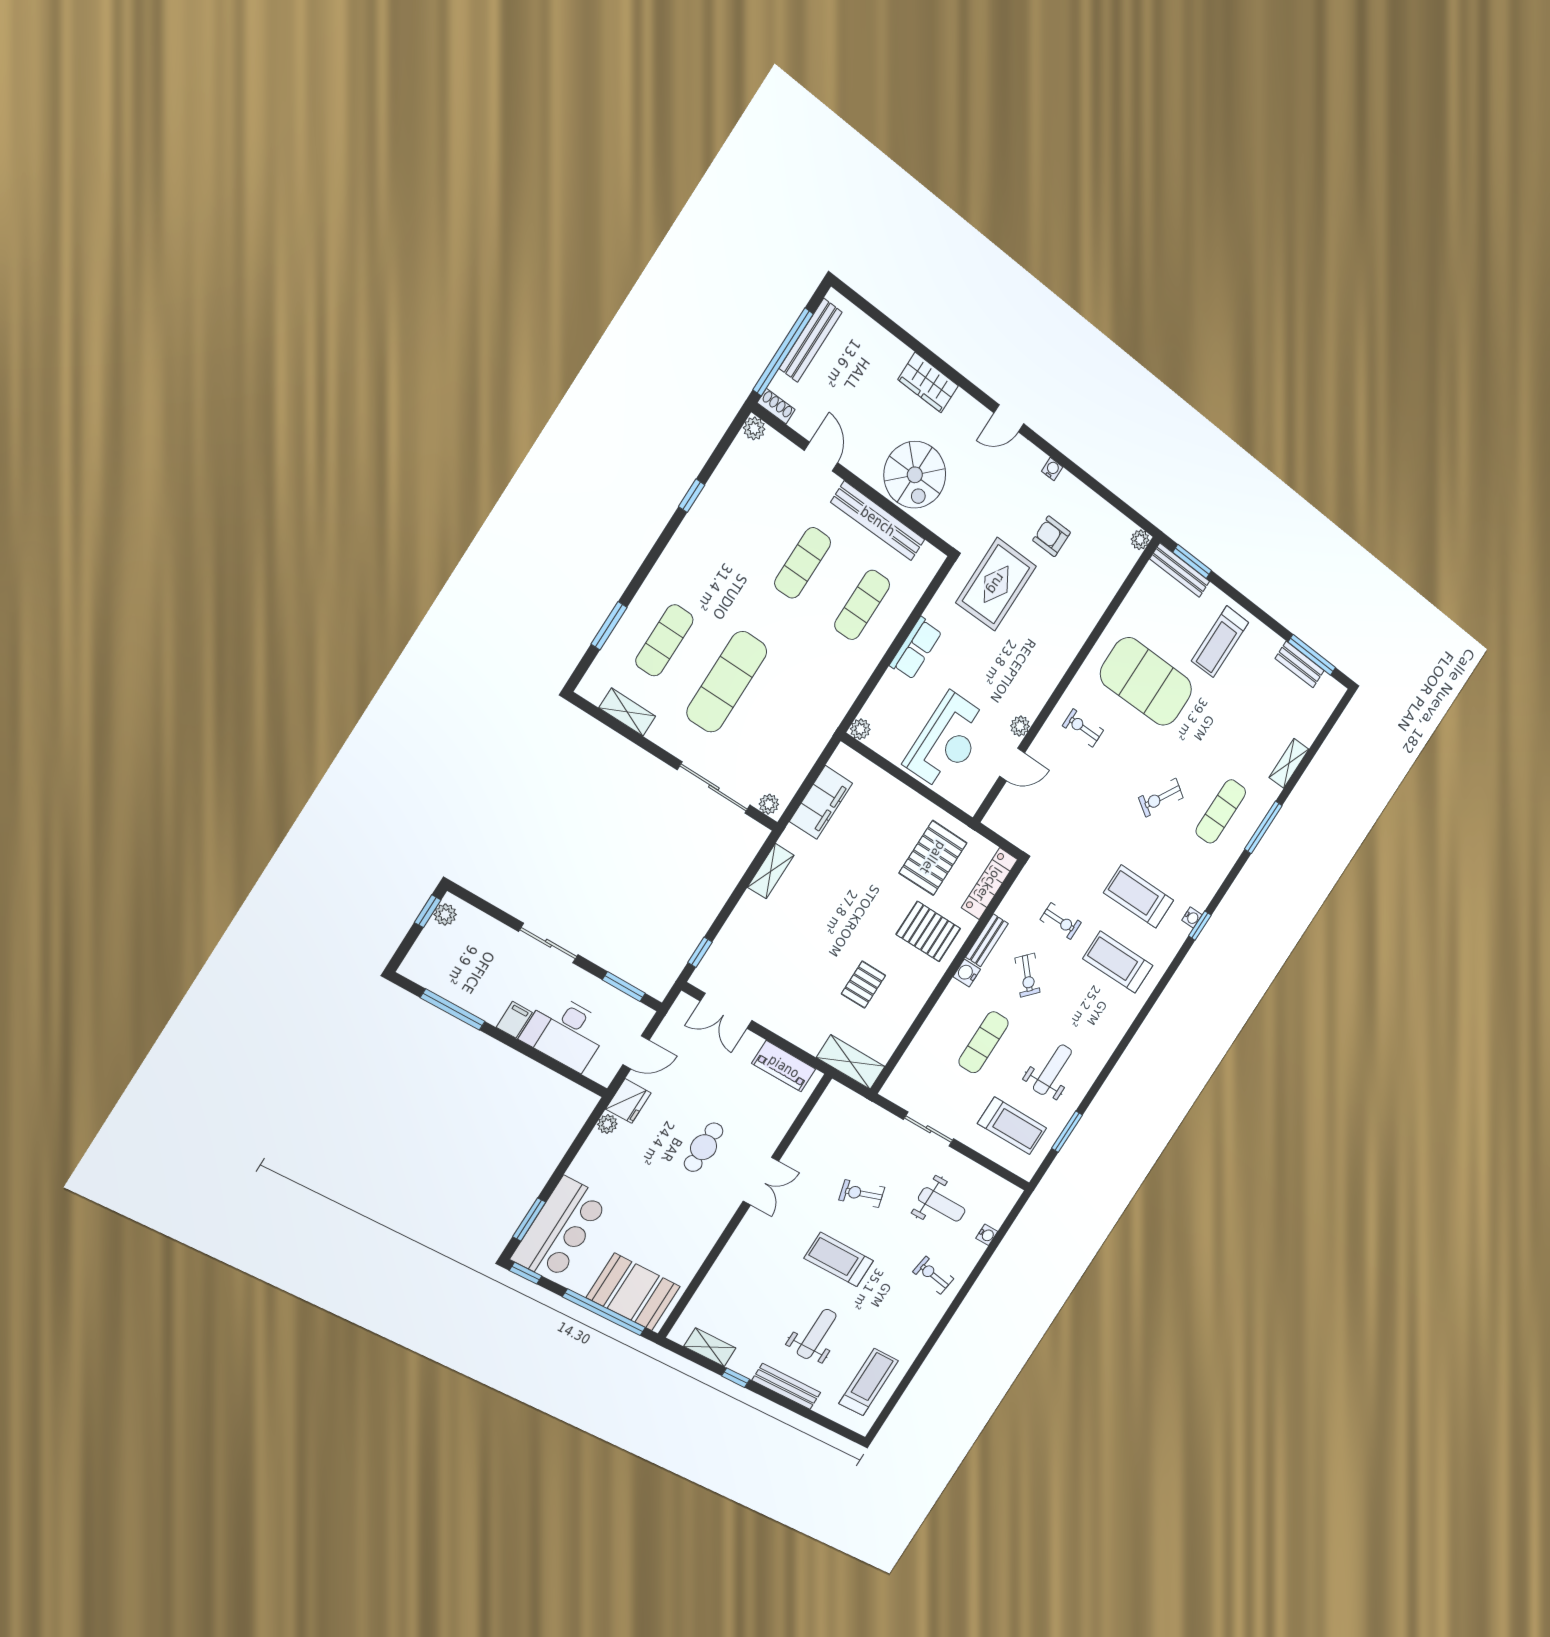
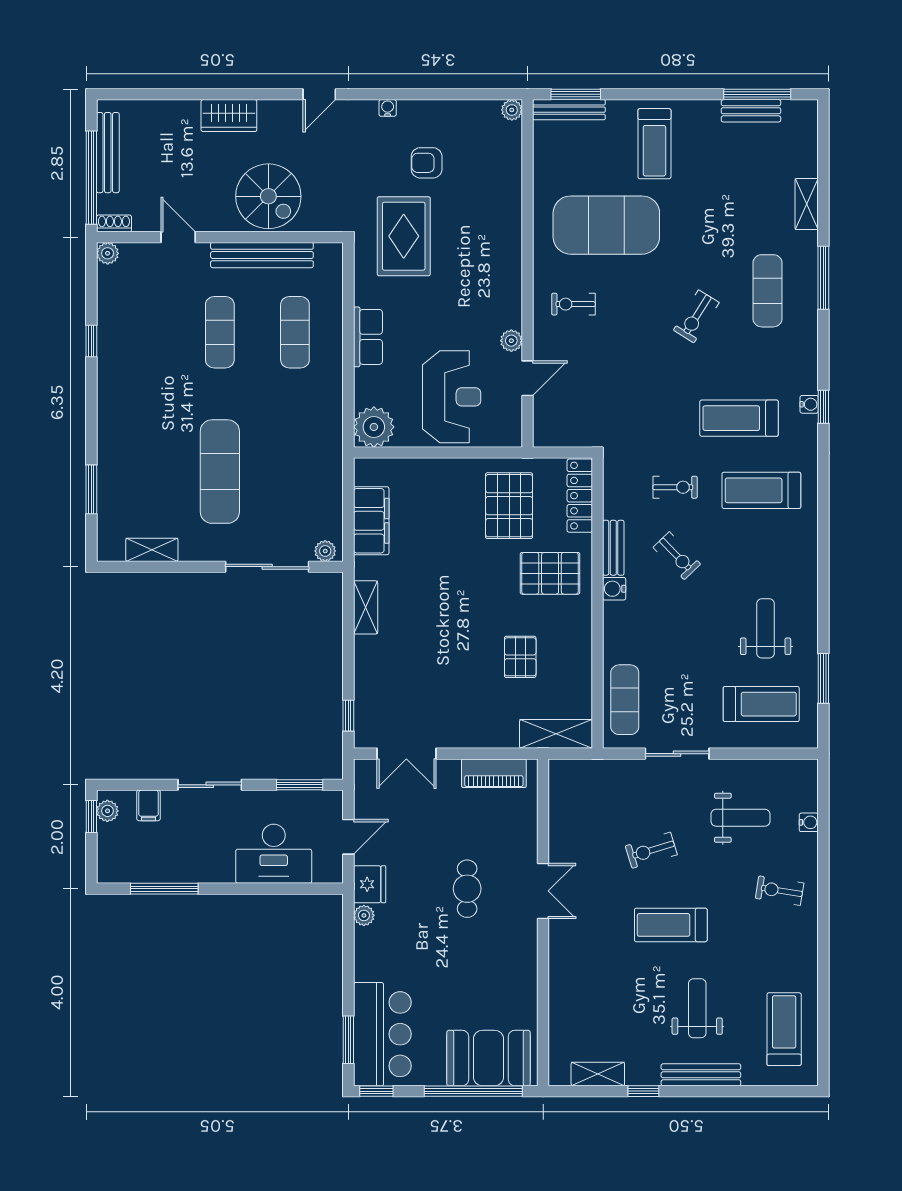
exercise mat: (664, 640) -> (145, 472), removed
plant: (860, 729) -> (374, 427), width x1.88, depth x1.88
filing cabinet: (514, 1020) -> (148, 805), moved, turned 180
exercise mat: (984, 1042) -> (625, 700), moved

